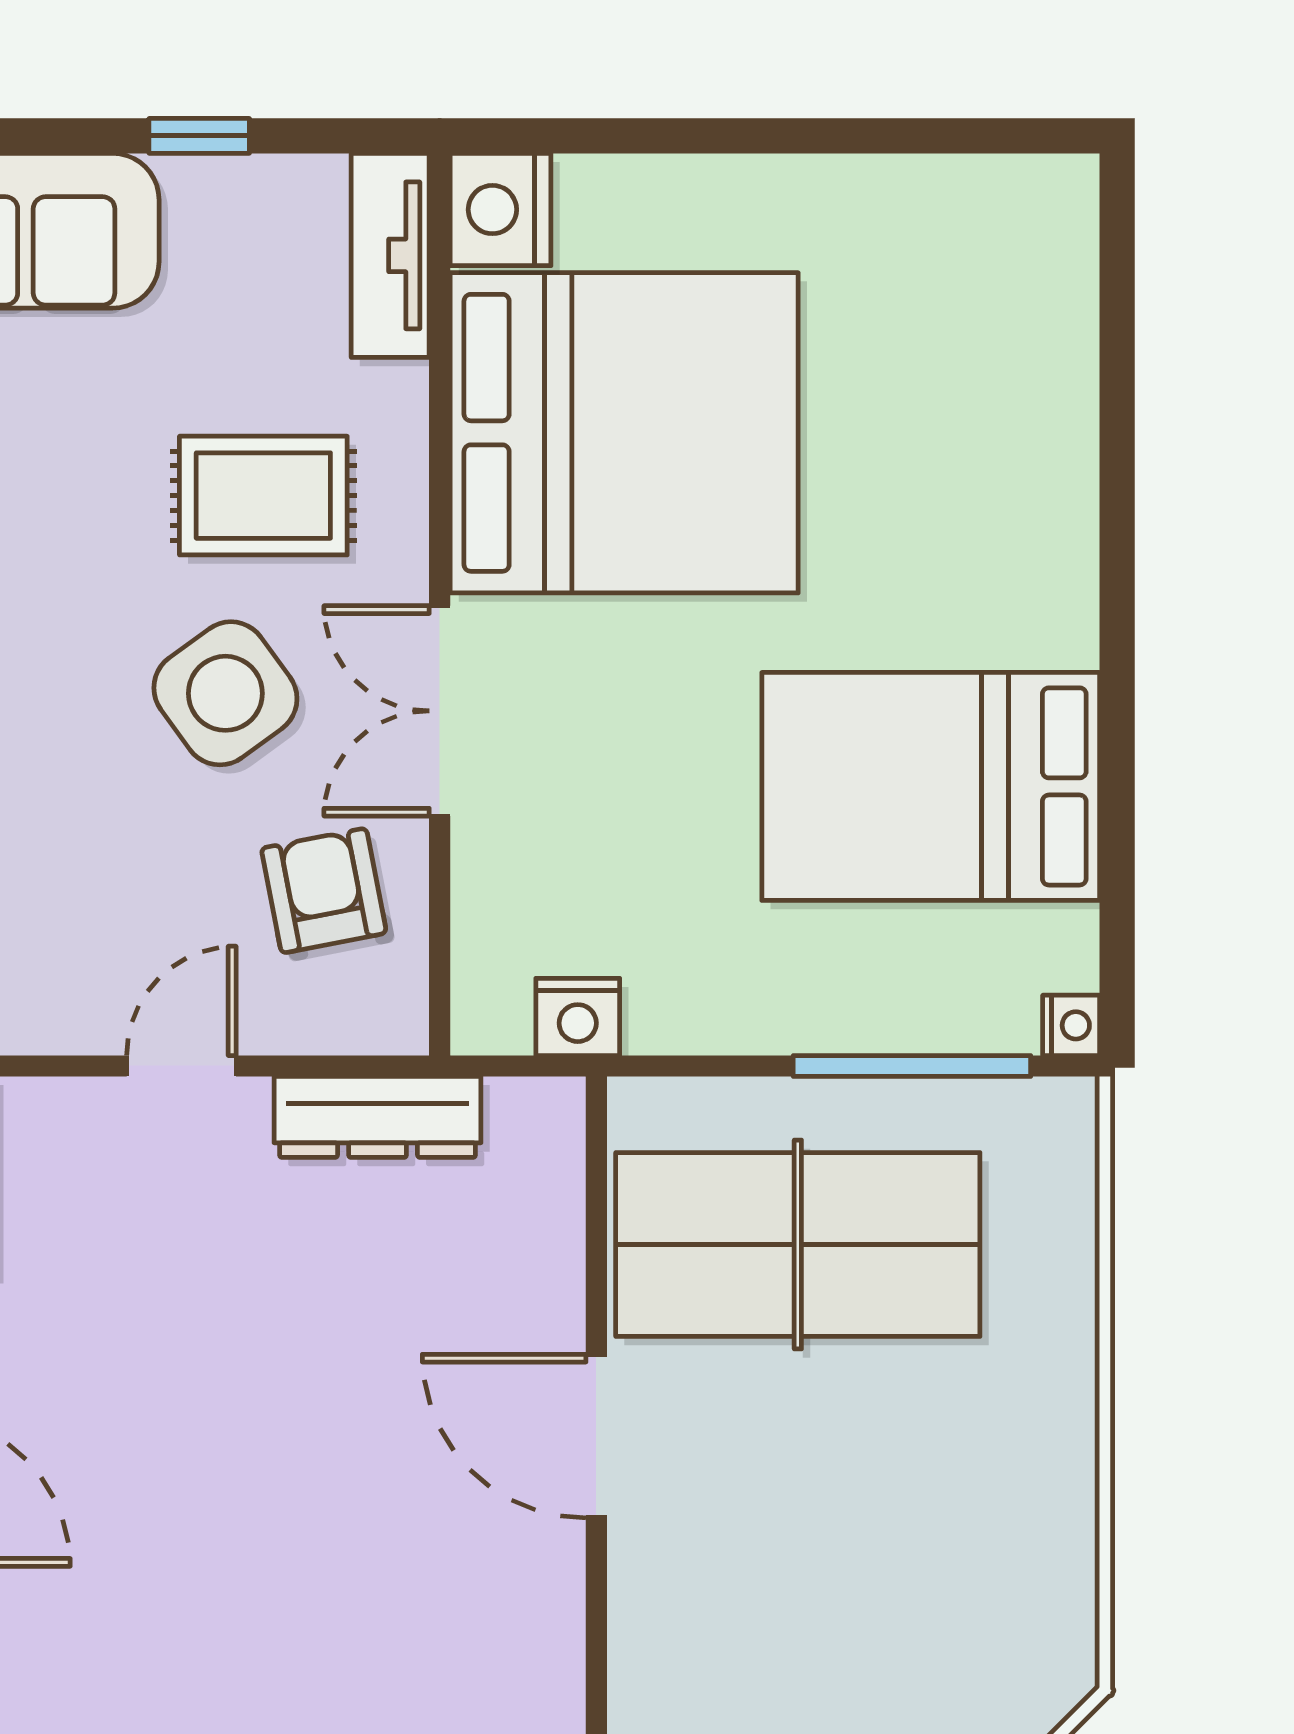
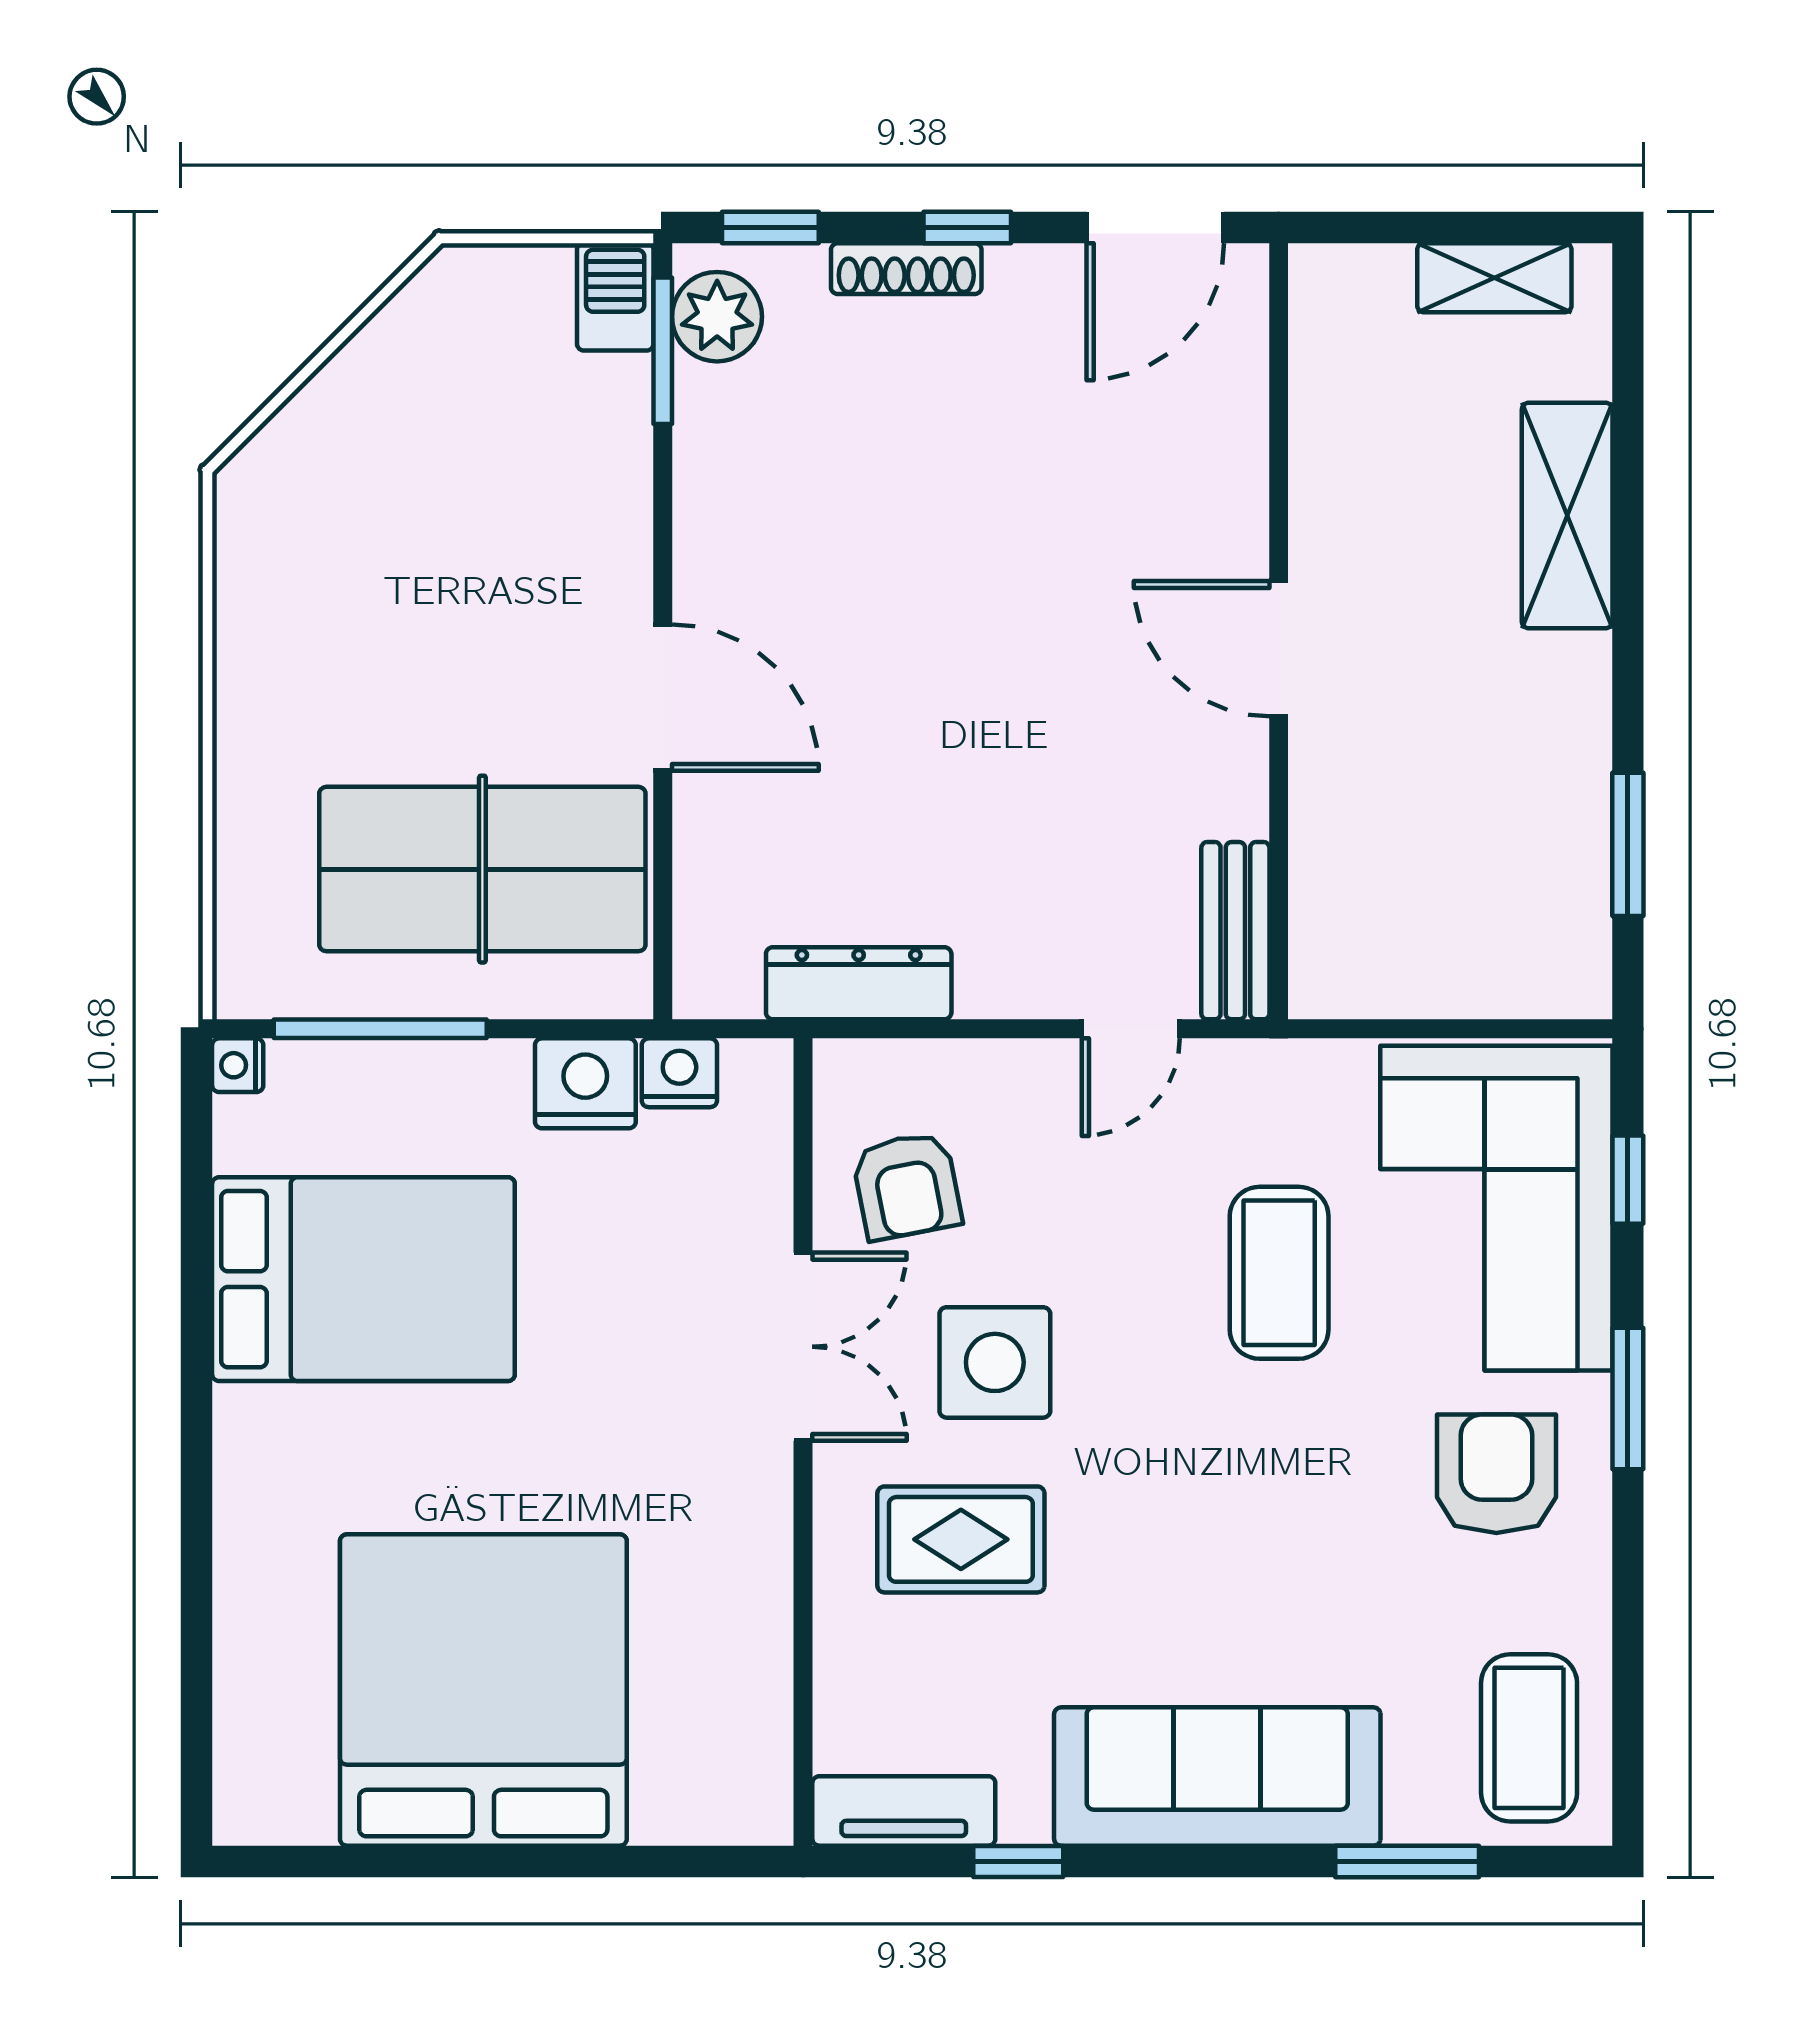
nightstand: (500, 210) -> (585, 1083), moved, turned -90
tv unit: (390, 255) -> (904, 1811), moved, turned -90
bed: (624, 433) -> (483, 1690), moved, turned 90
side table: (225, 693) -> (995, 1362), turned 36
door: (181, 1066) -> (1131, 1029), moved

